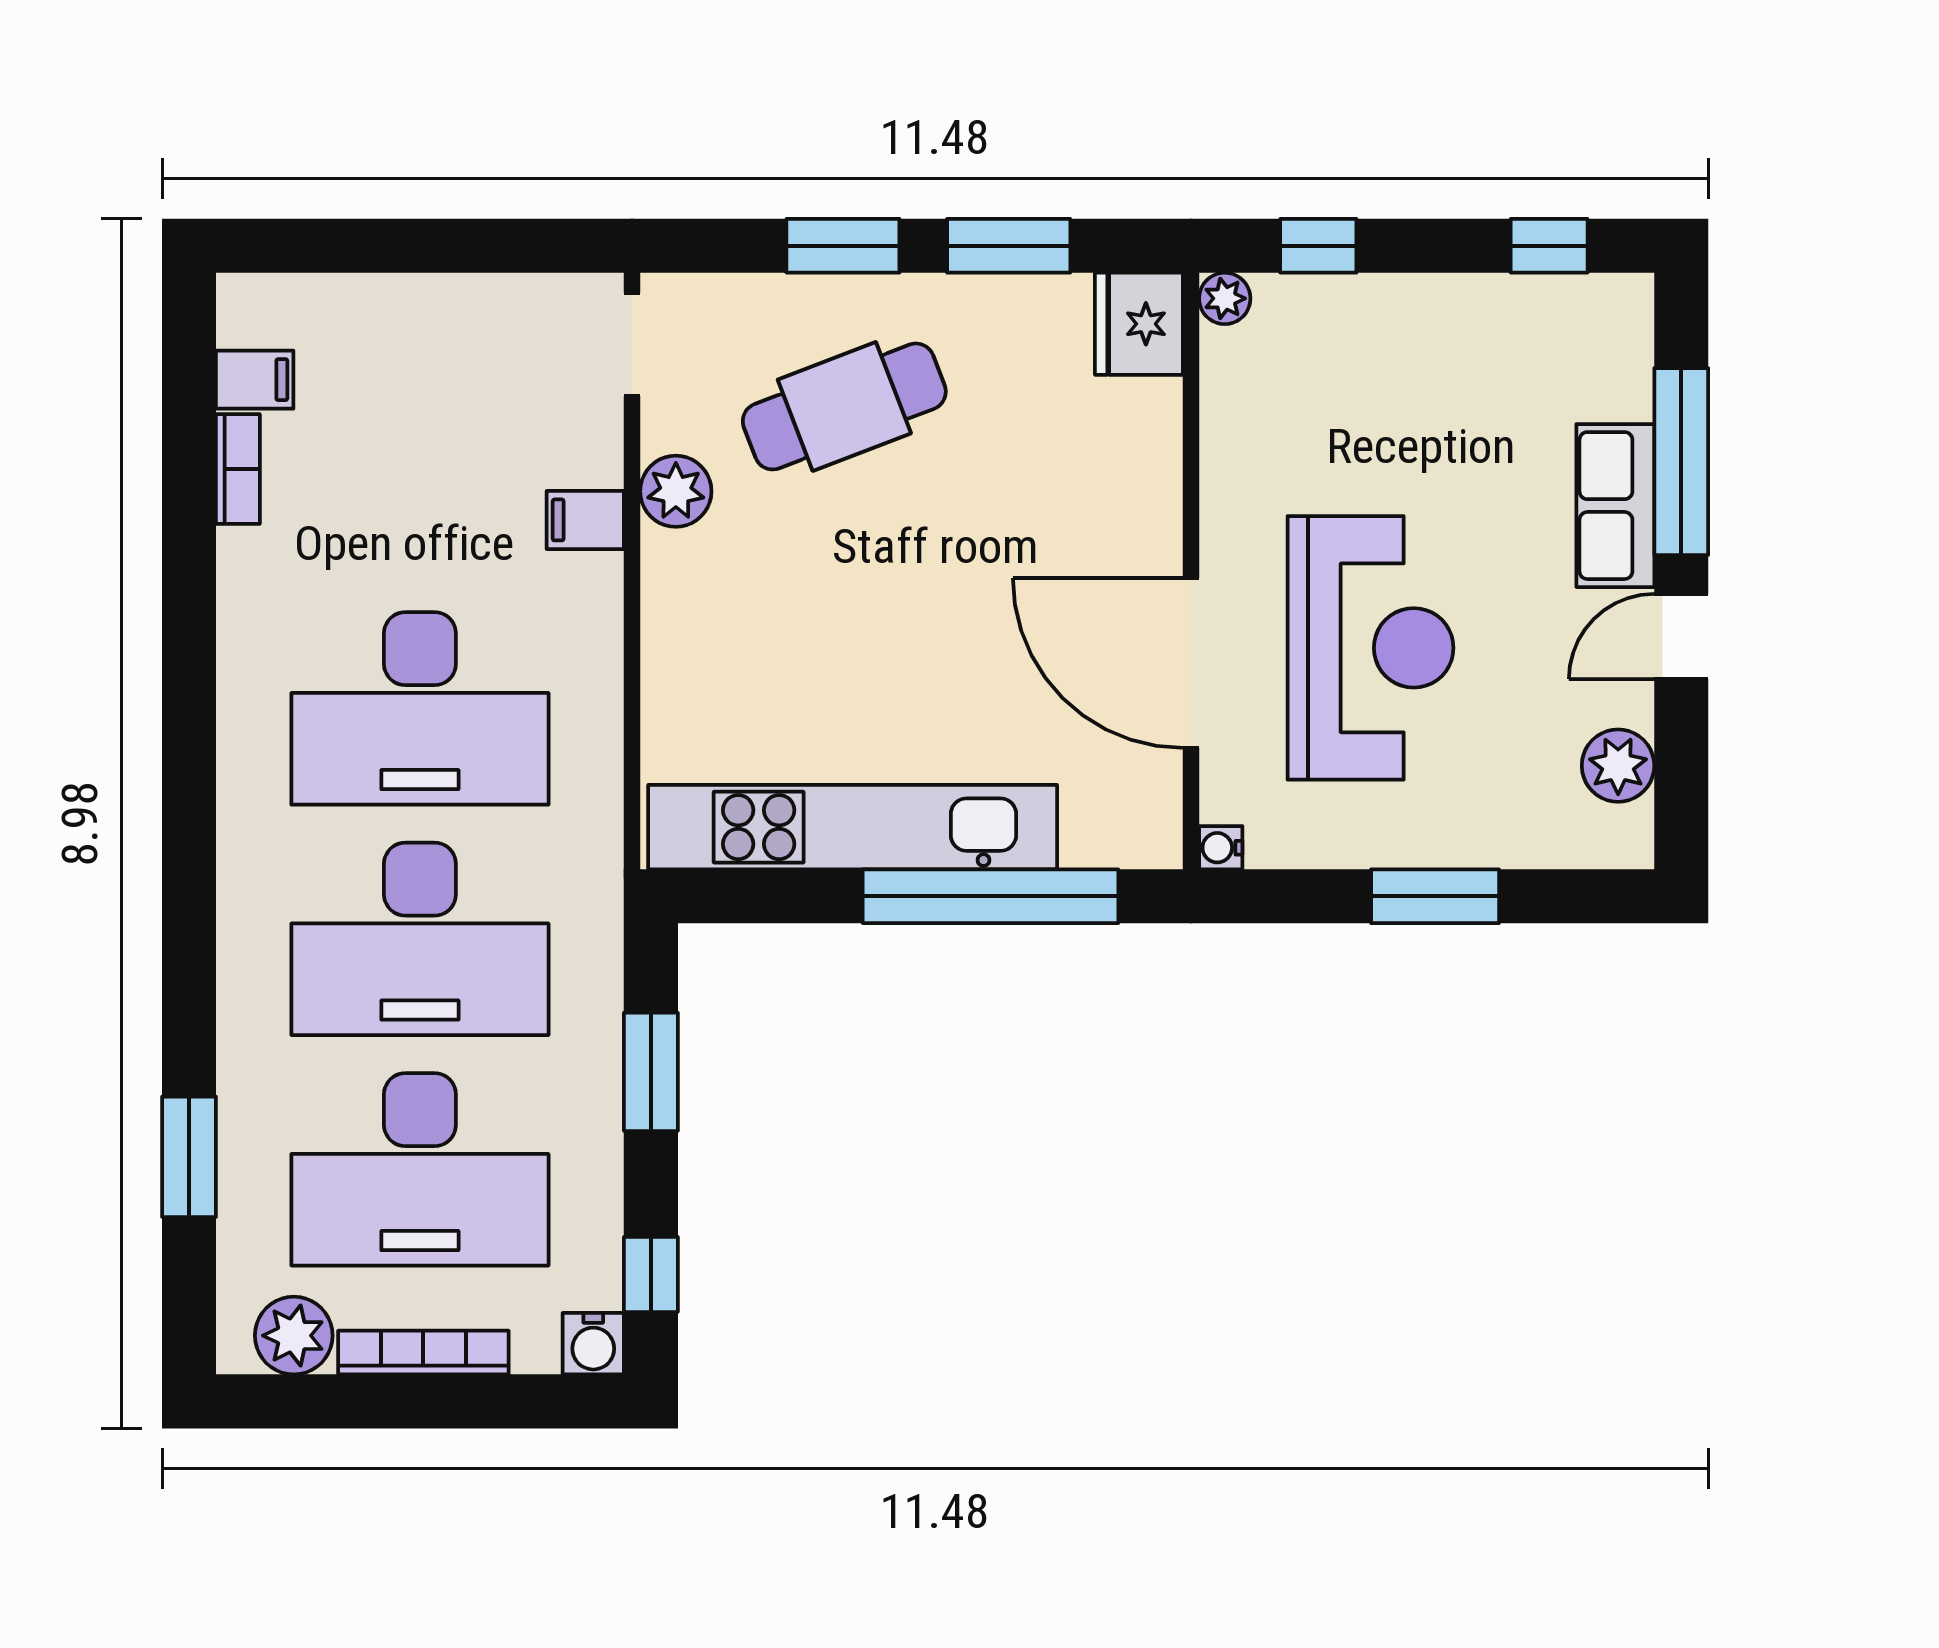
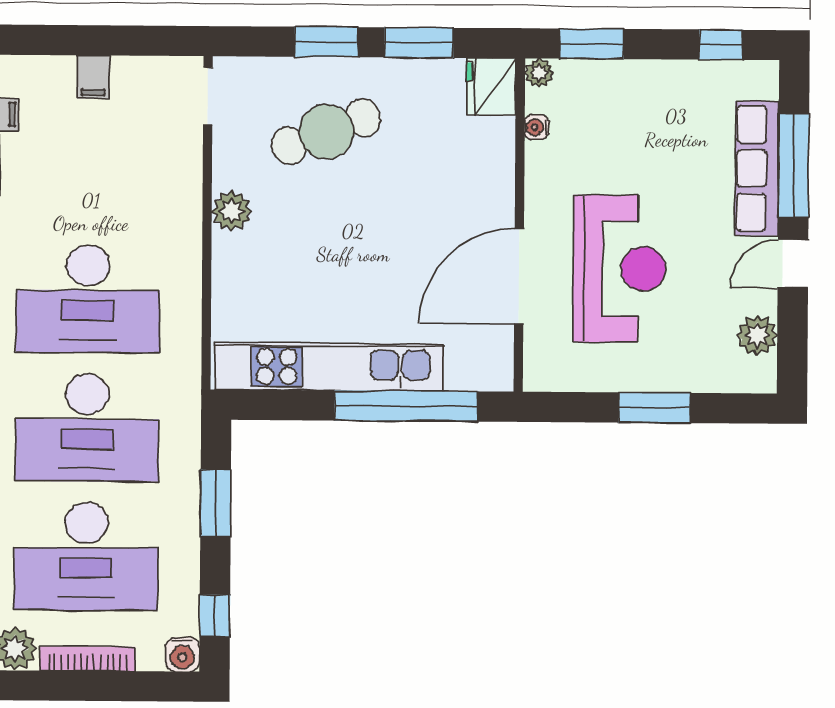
window: (1318, 246) -> (592, 44), width x1.50
plant: (676, 491) -> (232, 211), moved
row of seats: (1615, 506) -> (757, 168), width x1.48
filing cabinet: (585, 520) -> (93, 77), moved, turned -90
door: (1191, 663) -> (519, 276), hinge flipped
water cooler: (1221, 848) -> (537, 127), moved

